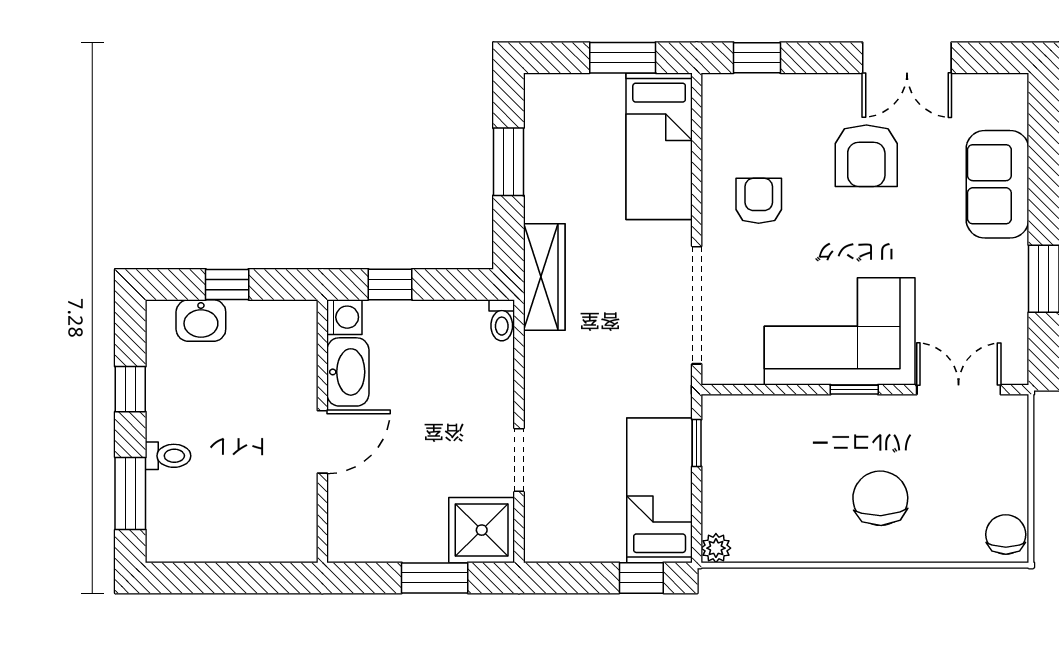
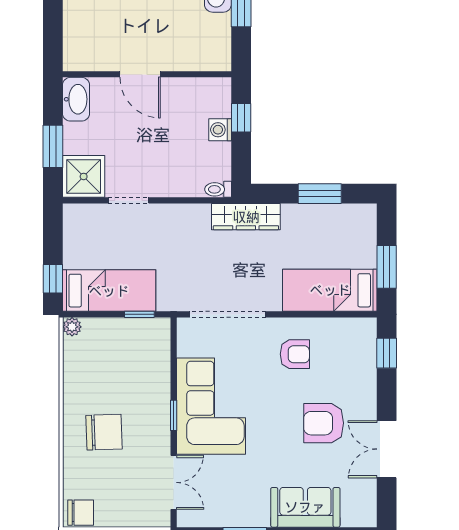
washing machine: (344, 317) -> (220, 130), moved, turned 90
washbasin: (348, 372) -> (76, 99), moved, turned -90

